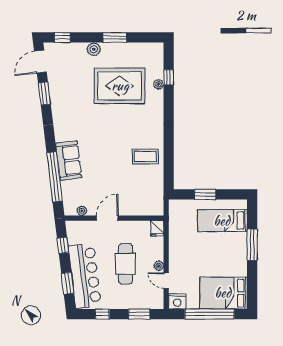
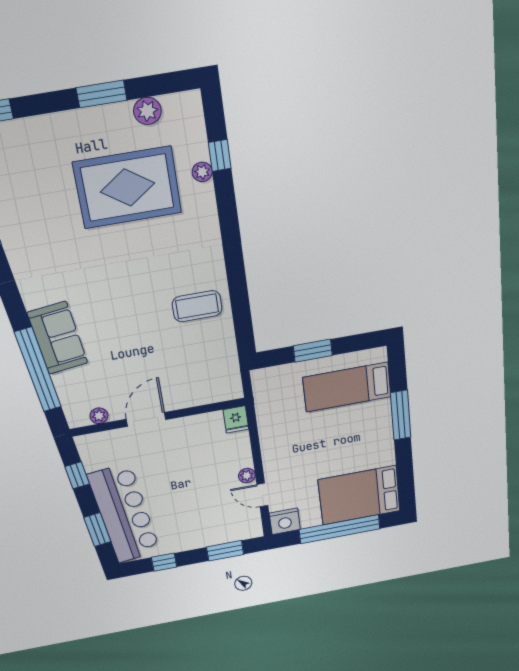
plant: (94, 49) -> (147, 111), moved
cafe table: (125, 264) -> (190, 483), removed

